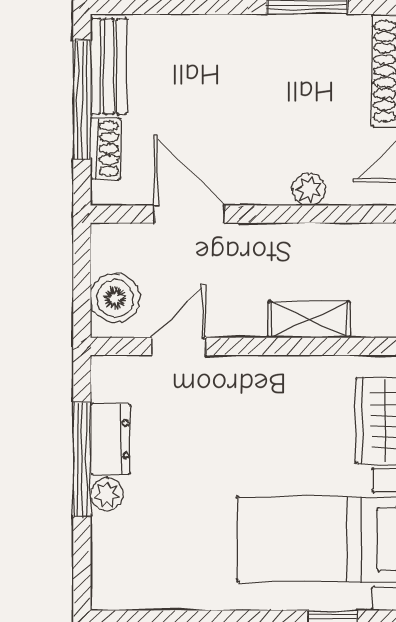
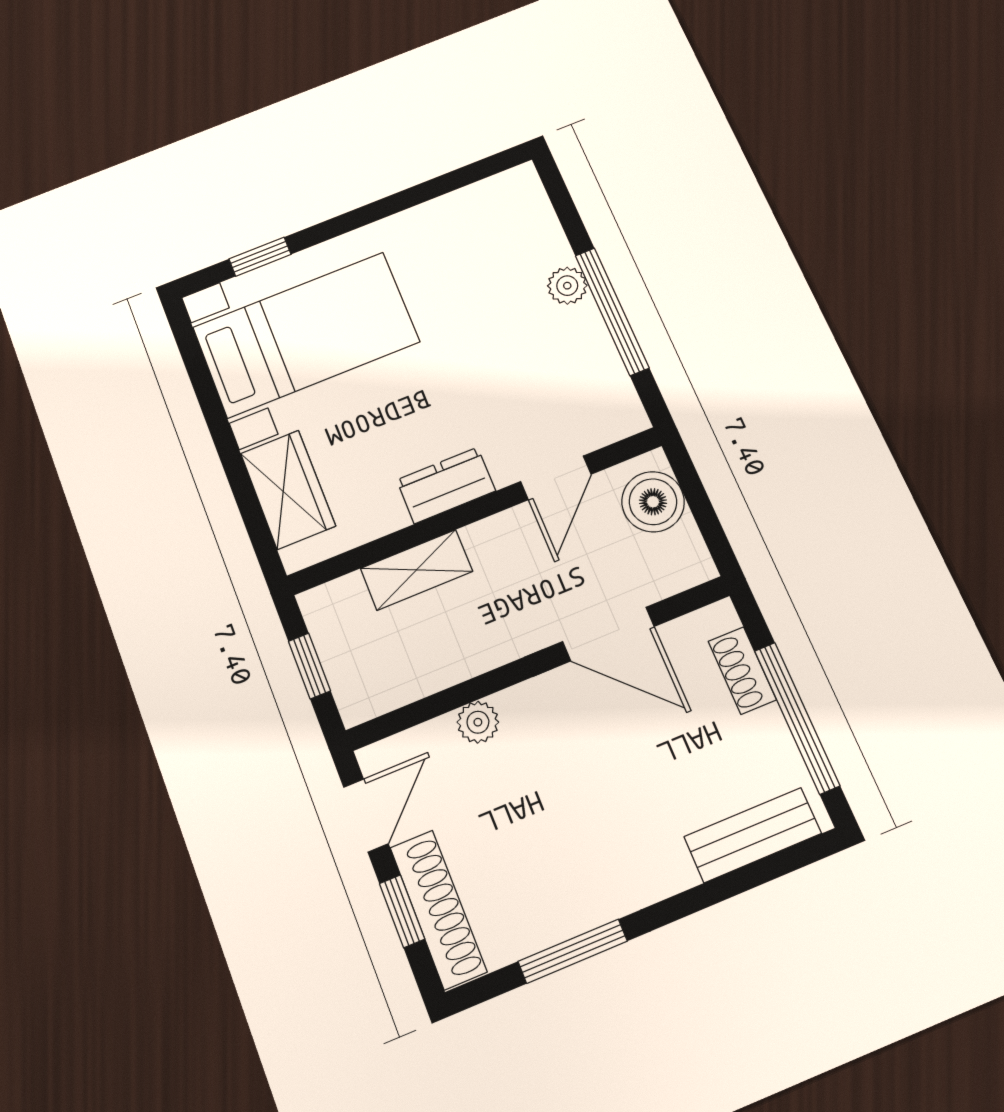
bench: (109, 66) -> (753, 835), moved, turned 90
dresser: (110, 439) -> (446, 485), moved, turned 90

